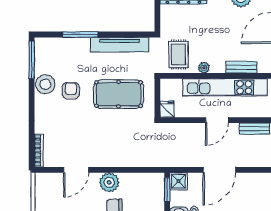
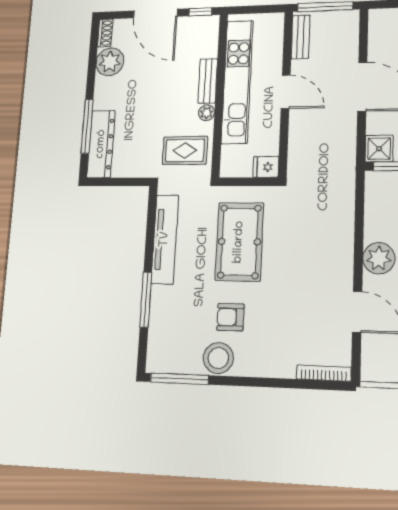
bench: (241, 67) -> (208, 81), moved

